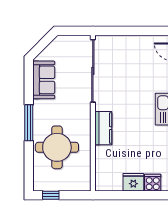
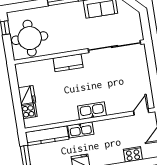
round table: (57, 147) -> (30, 38), moved

